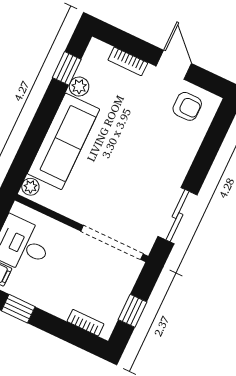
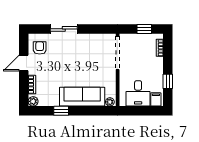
window: (67, 68) -> (61, 111), moved
plant: (79, 87) -> (33, 101), moved
sliding door: (177, 216) -> (64, 29), moved

